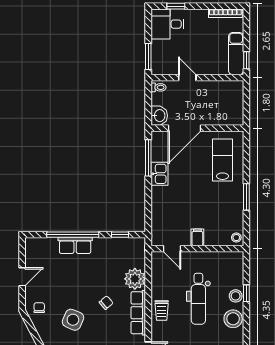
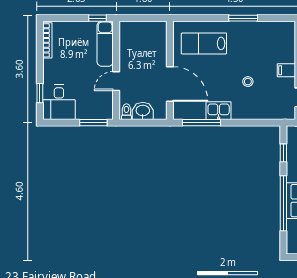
exam couch: (236, 54) -> (105, 44), moved, turned 90
washbasin: (159, 116) -> (143, 111), moved
stool: (236, 238) -> (248, 82), moved

